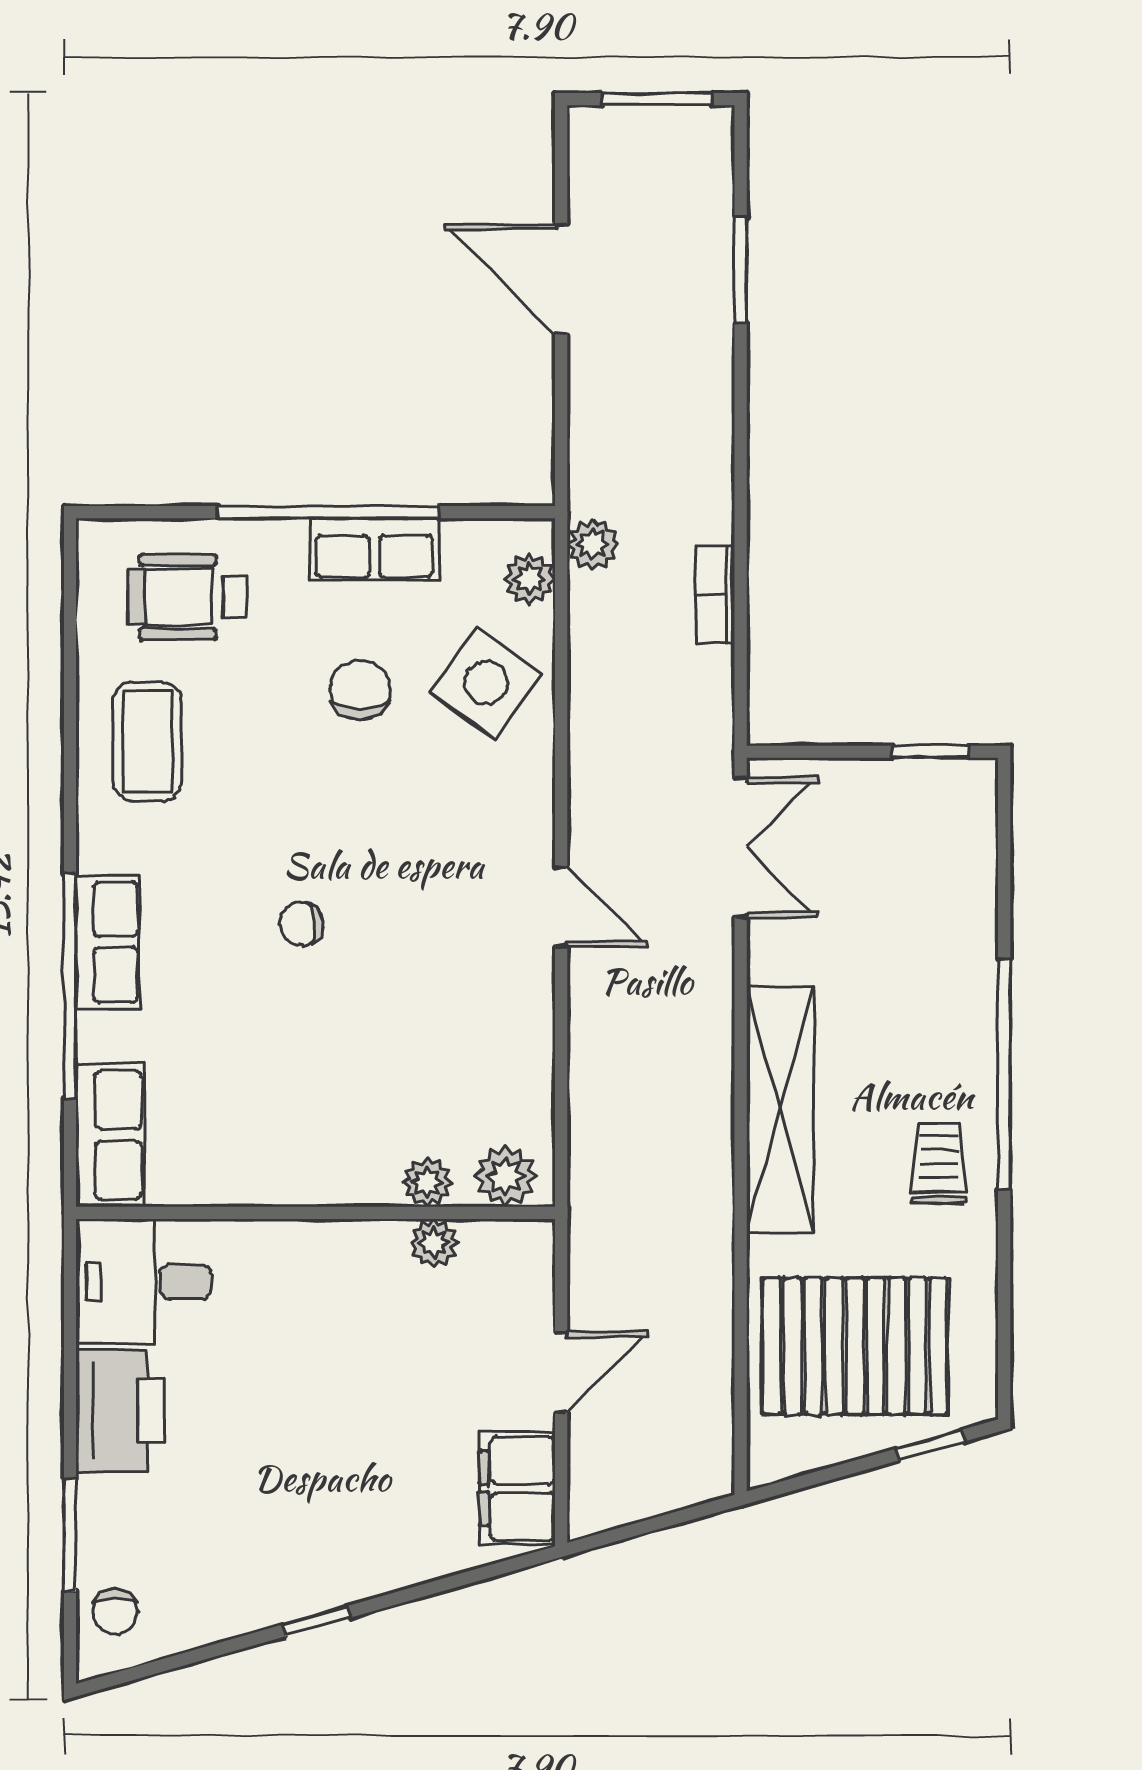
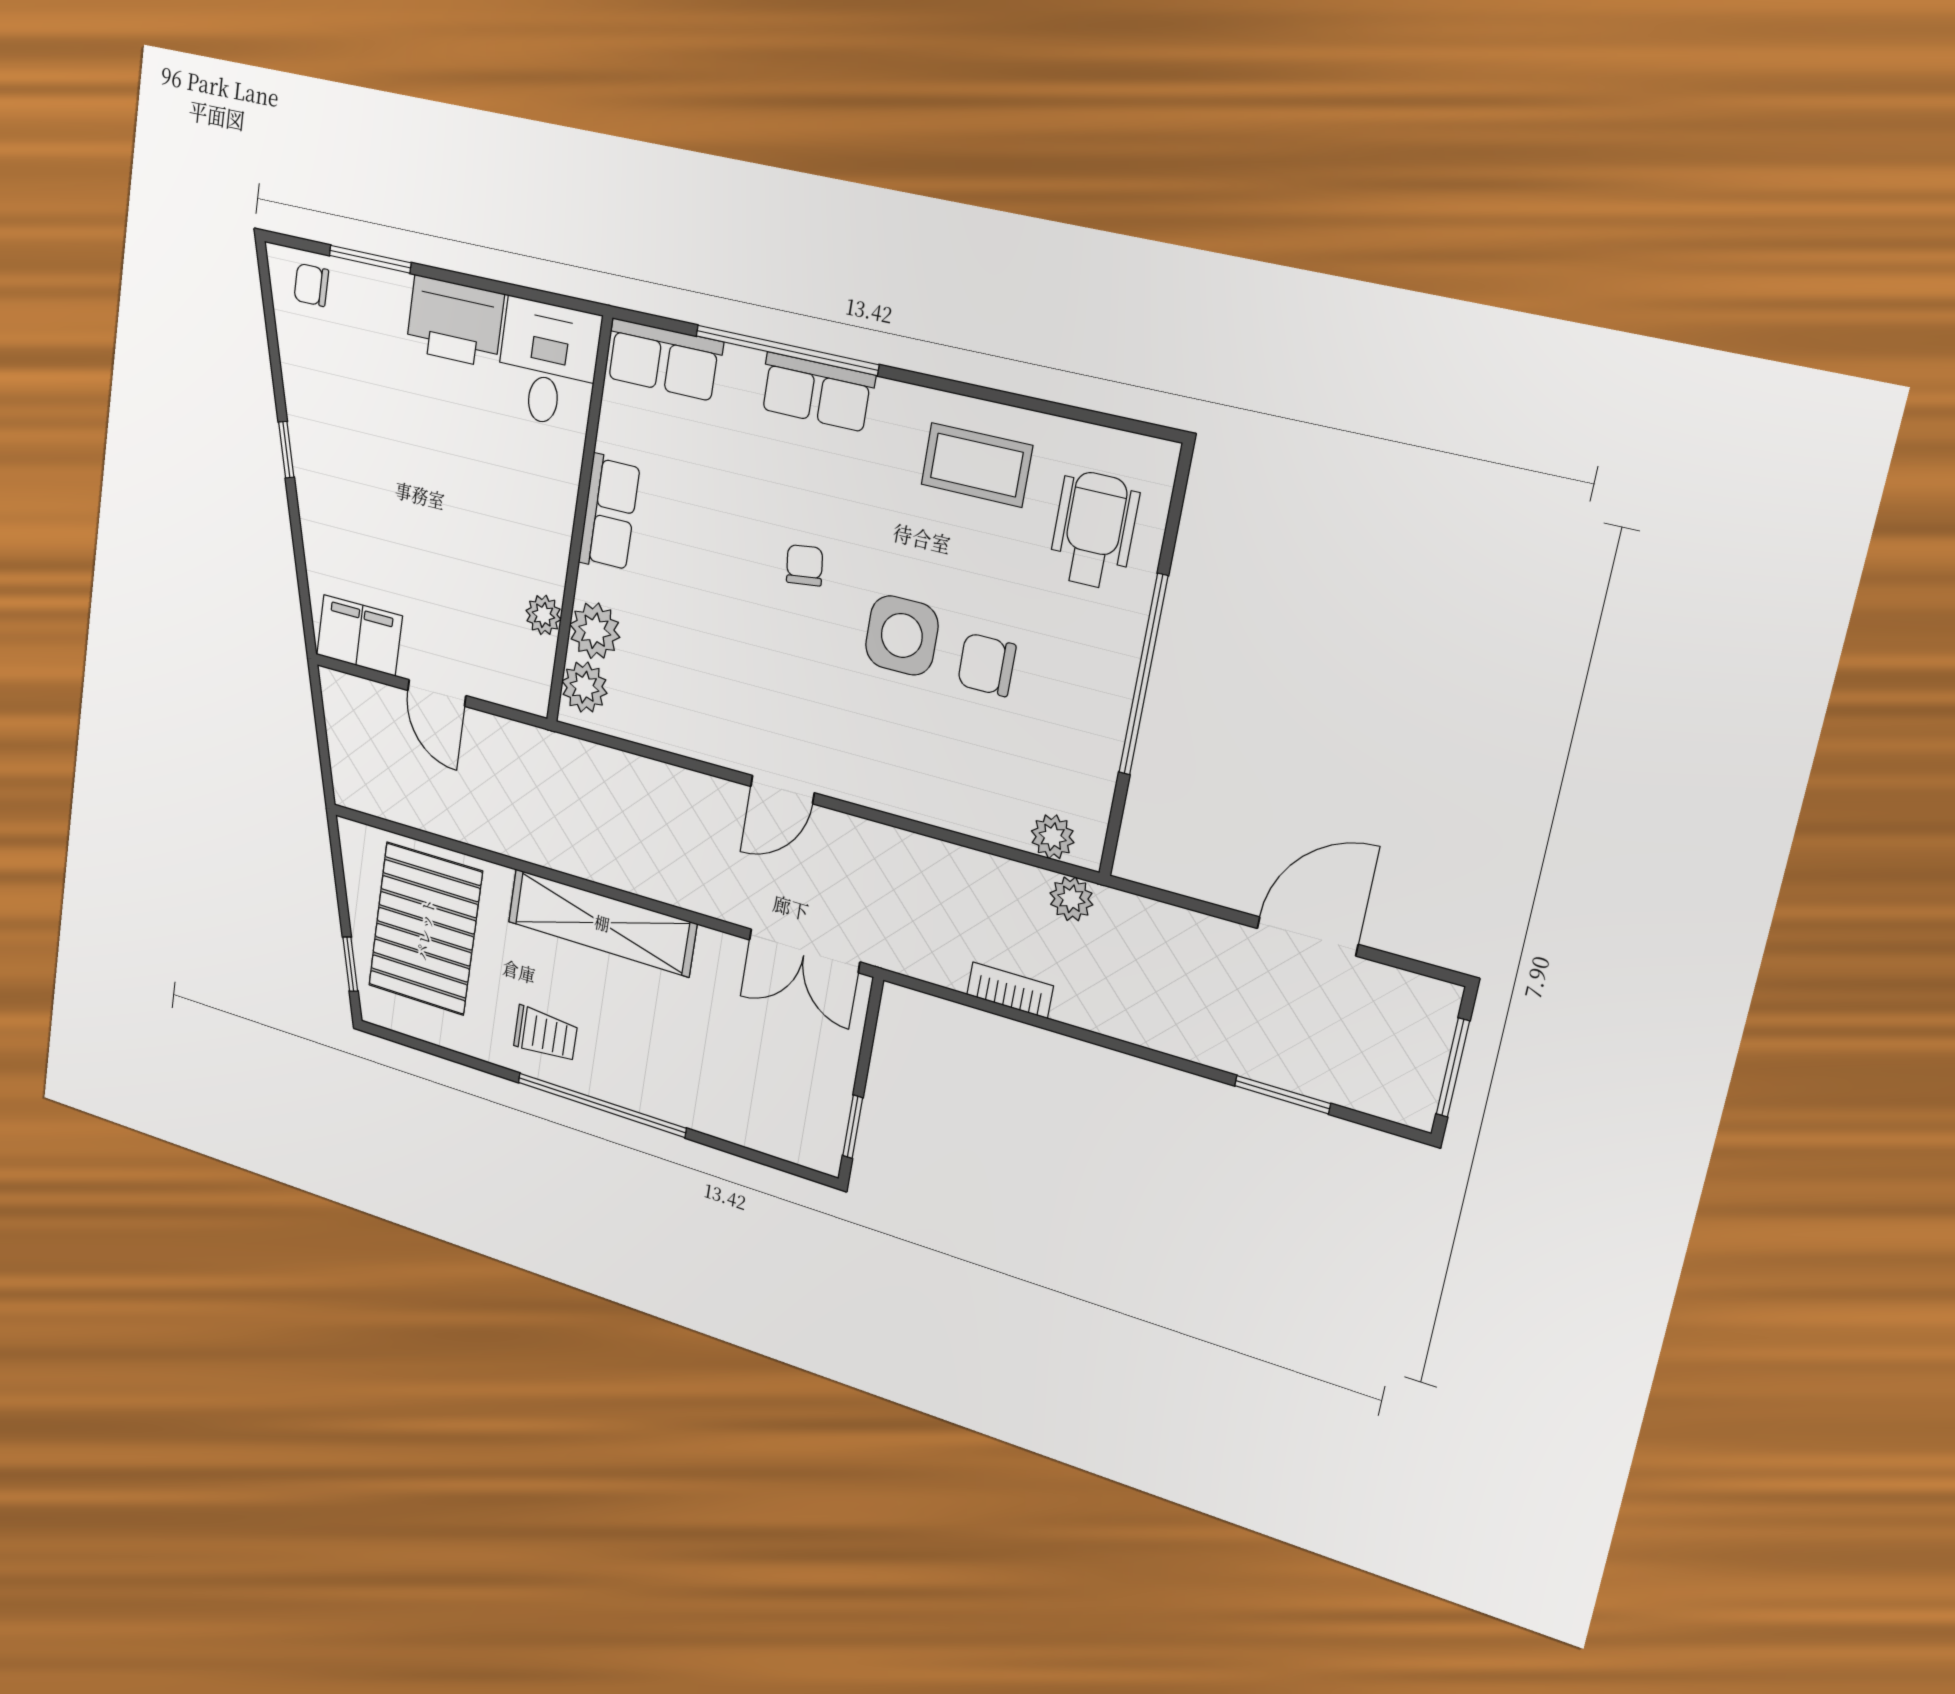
row of seats: (375, 549) -> (609, 513), moved, turned 180
side table: (486, 683) -> (902, 635), moved, turned -36
chair: (360, 690) -> (987, 665), turned 180
plant: (427, 1182) -> (595, 631), width x1.38, depth x1.38

